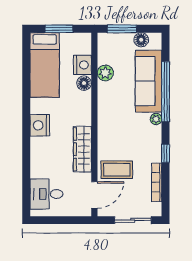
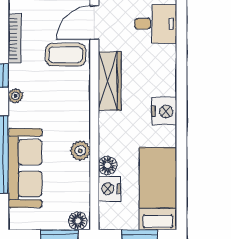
floor lamp: (141, 40) -> (78, 221), moved
plant: (105, 73) -> (80, 151), moved
plant: (156, 119) -> (16, 96), moved

